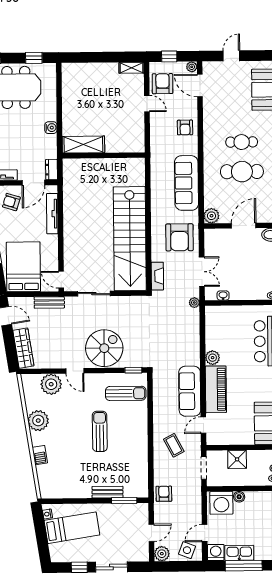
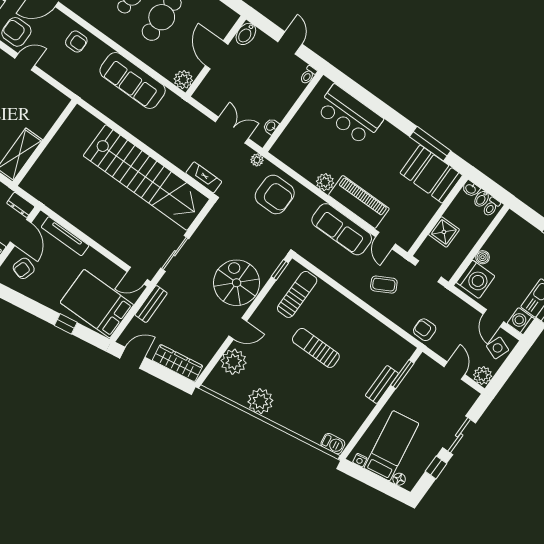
armchair: (179, 237) -> (275, 194), moved
barbecue: (40, 455) -> (333, 444), moved
floor lamp: (54, 549) -> (399, 479), added

